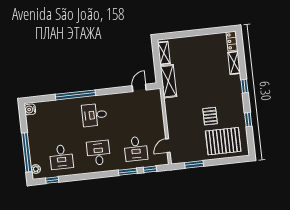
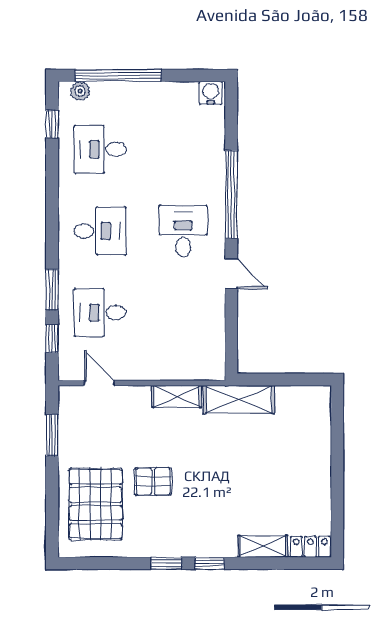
shelving: (164, 53) -> (177, 396), moved
door: (139, 88) -> (231, 274), moved
window: (248, 120) -> (166, 563), moved

